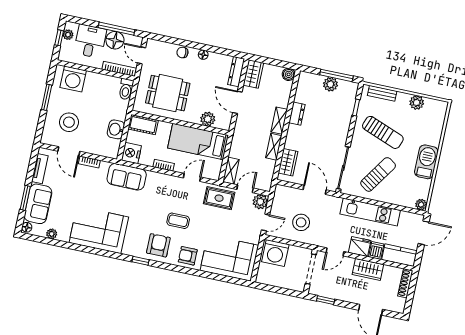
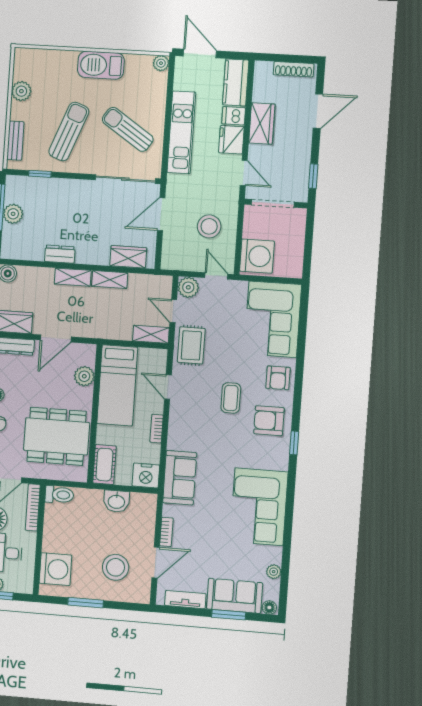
dining table: (168, 93) -> (57, 436), width x1.38
shoe rack: (405, 283) -> (294, 69), moved

